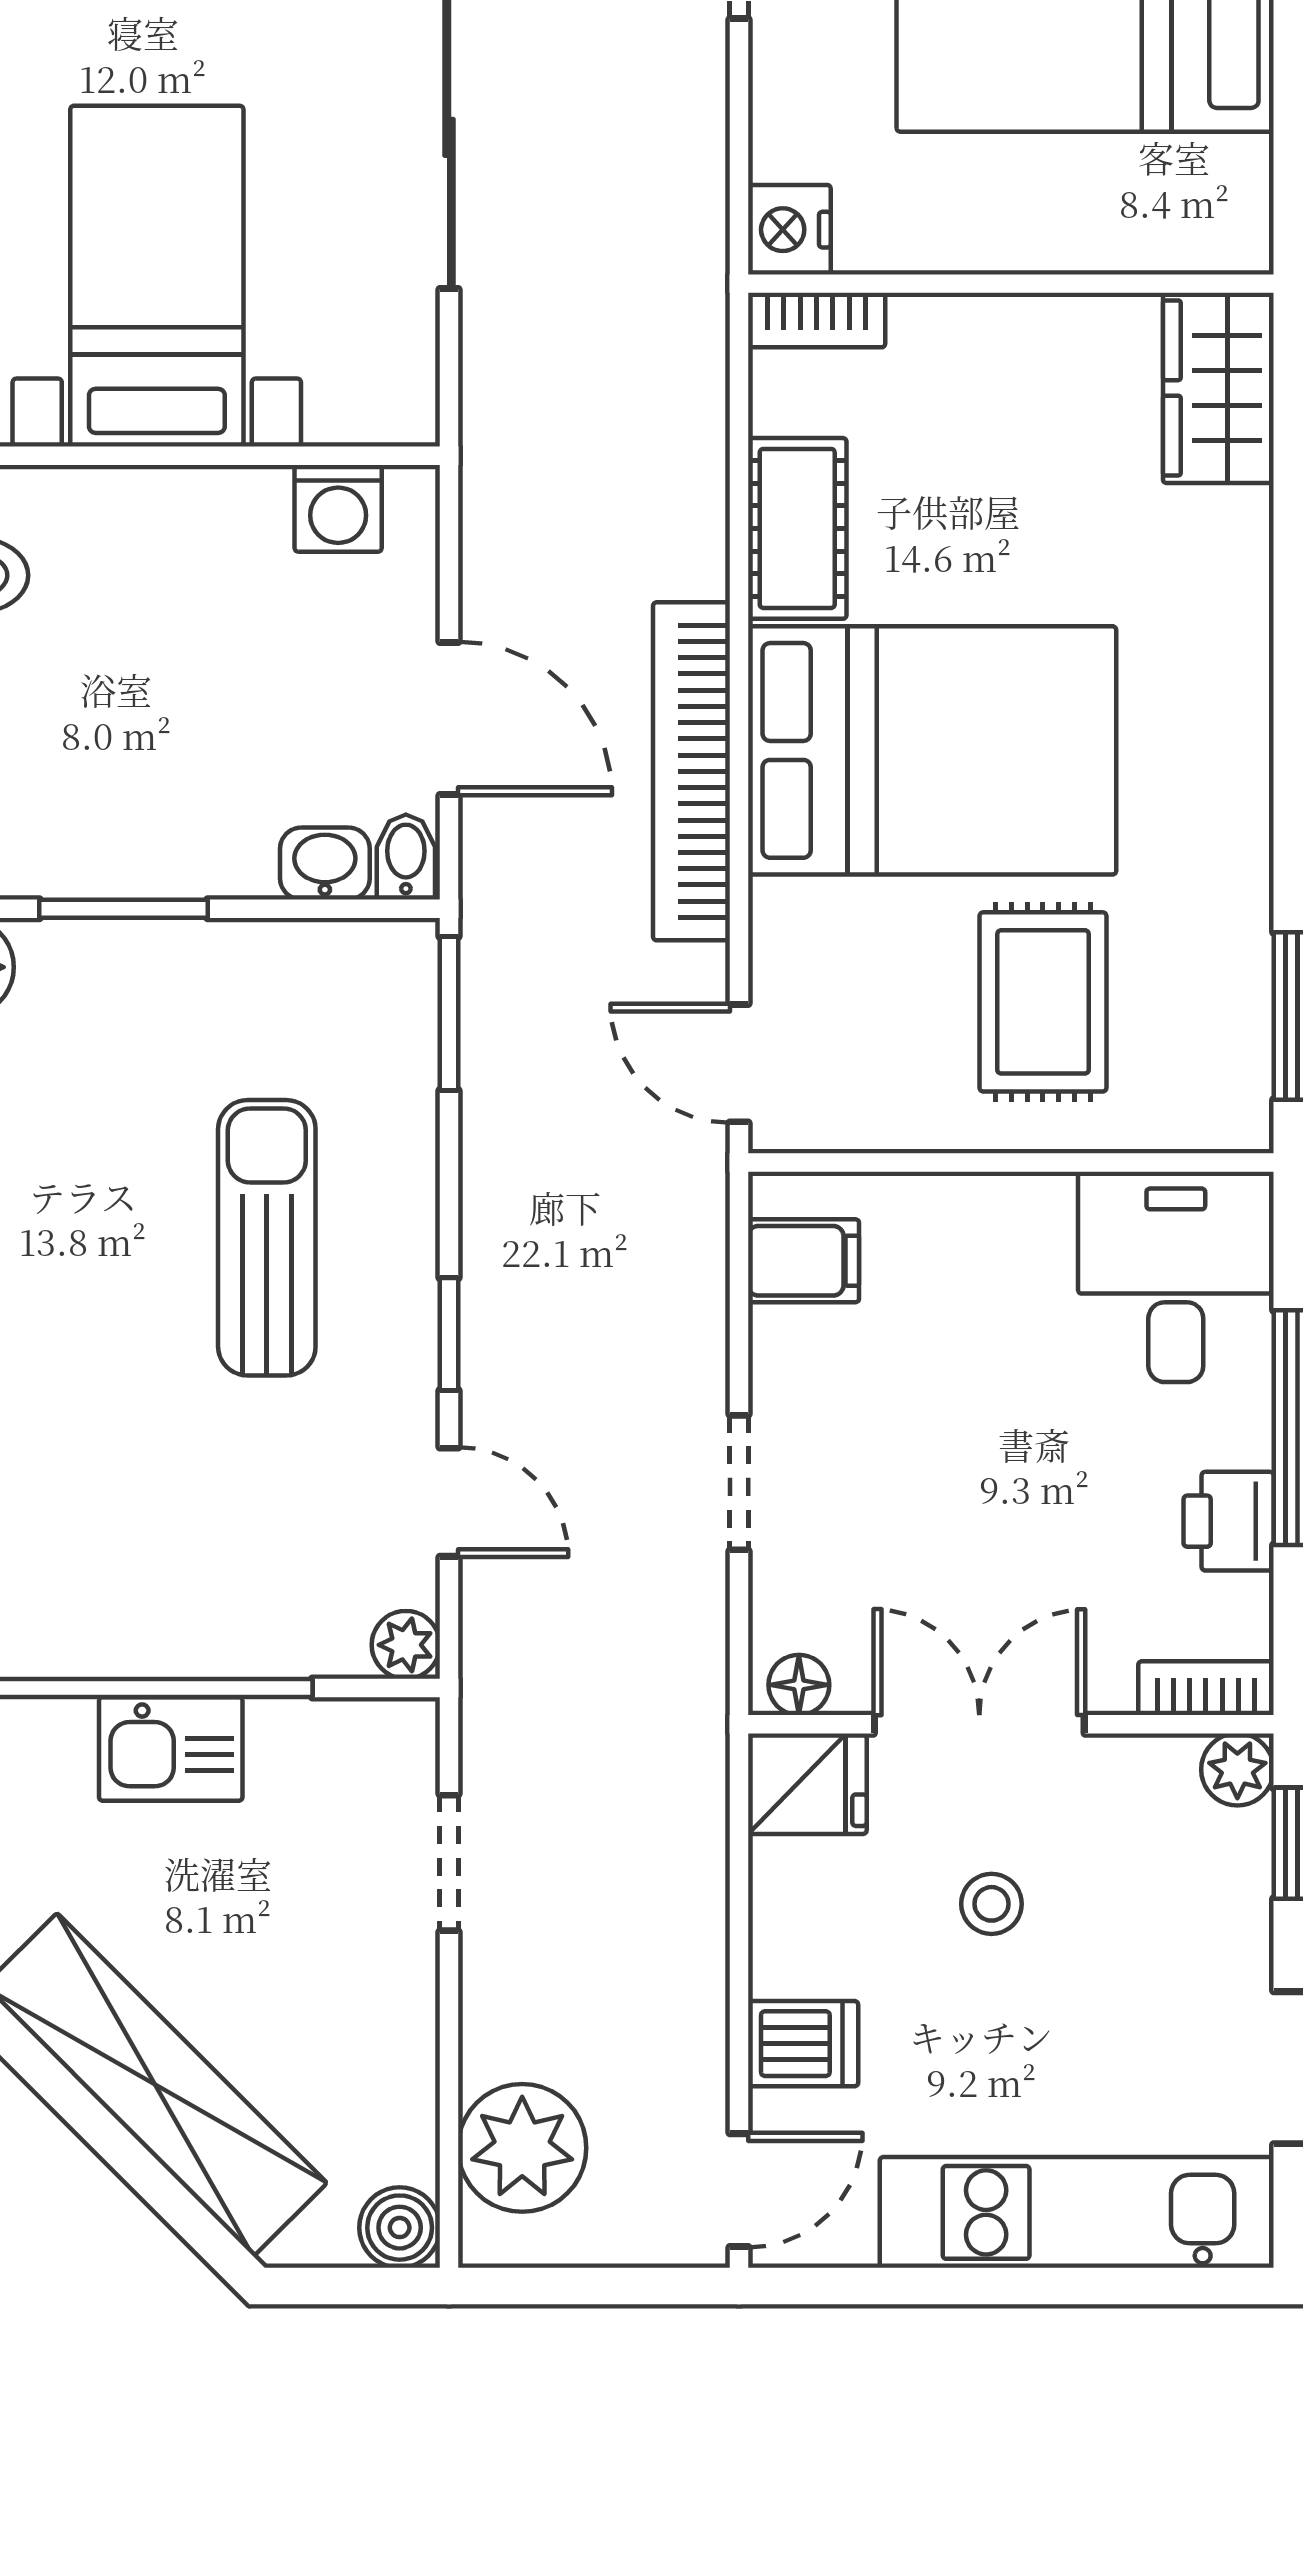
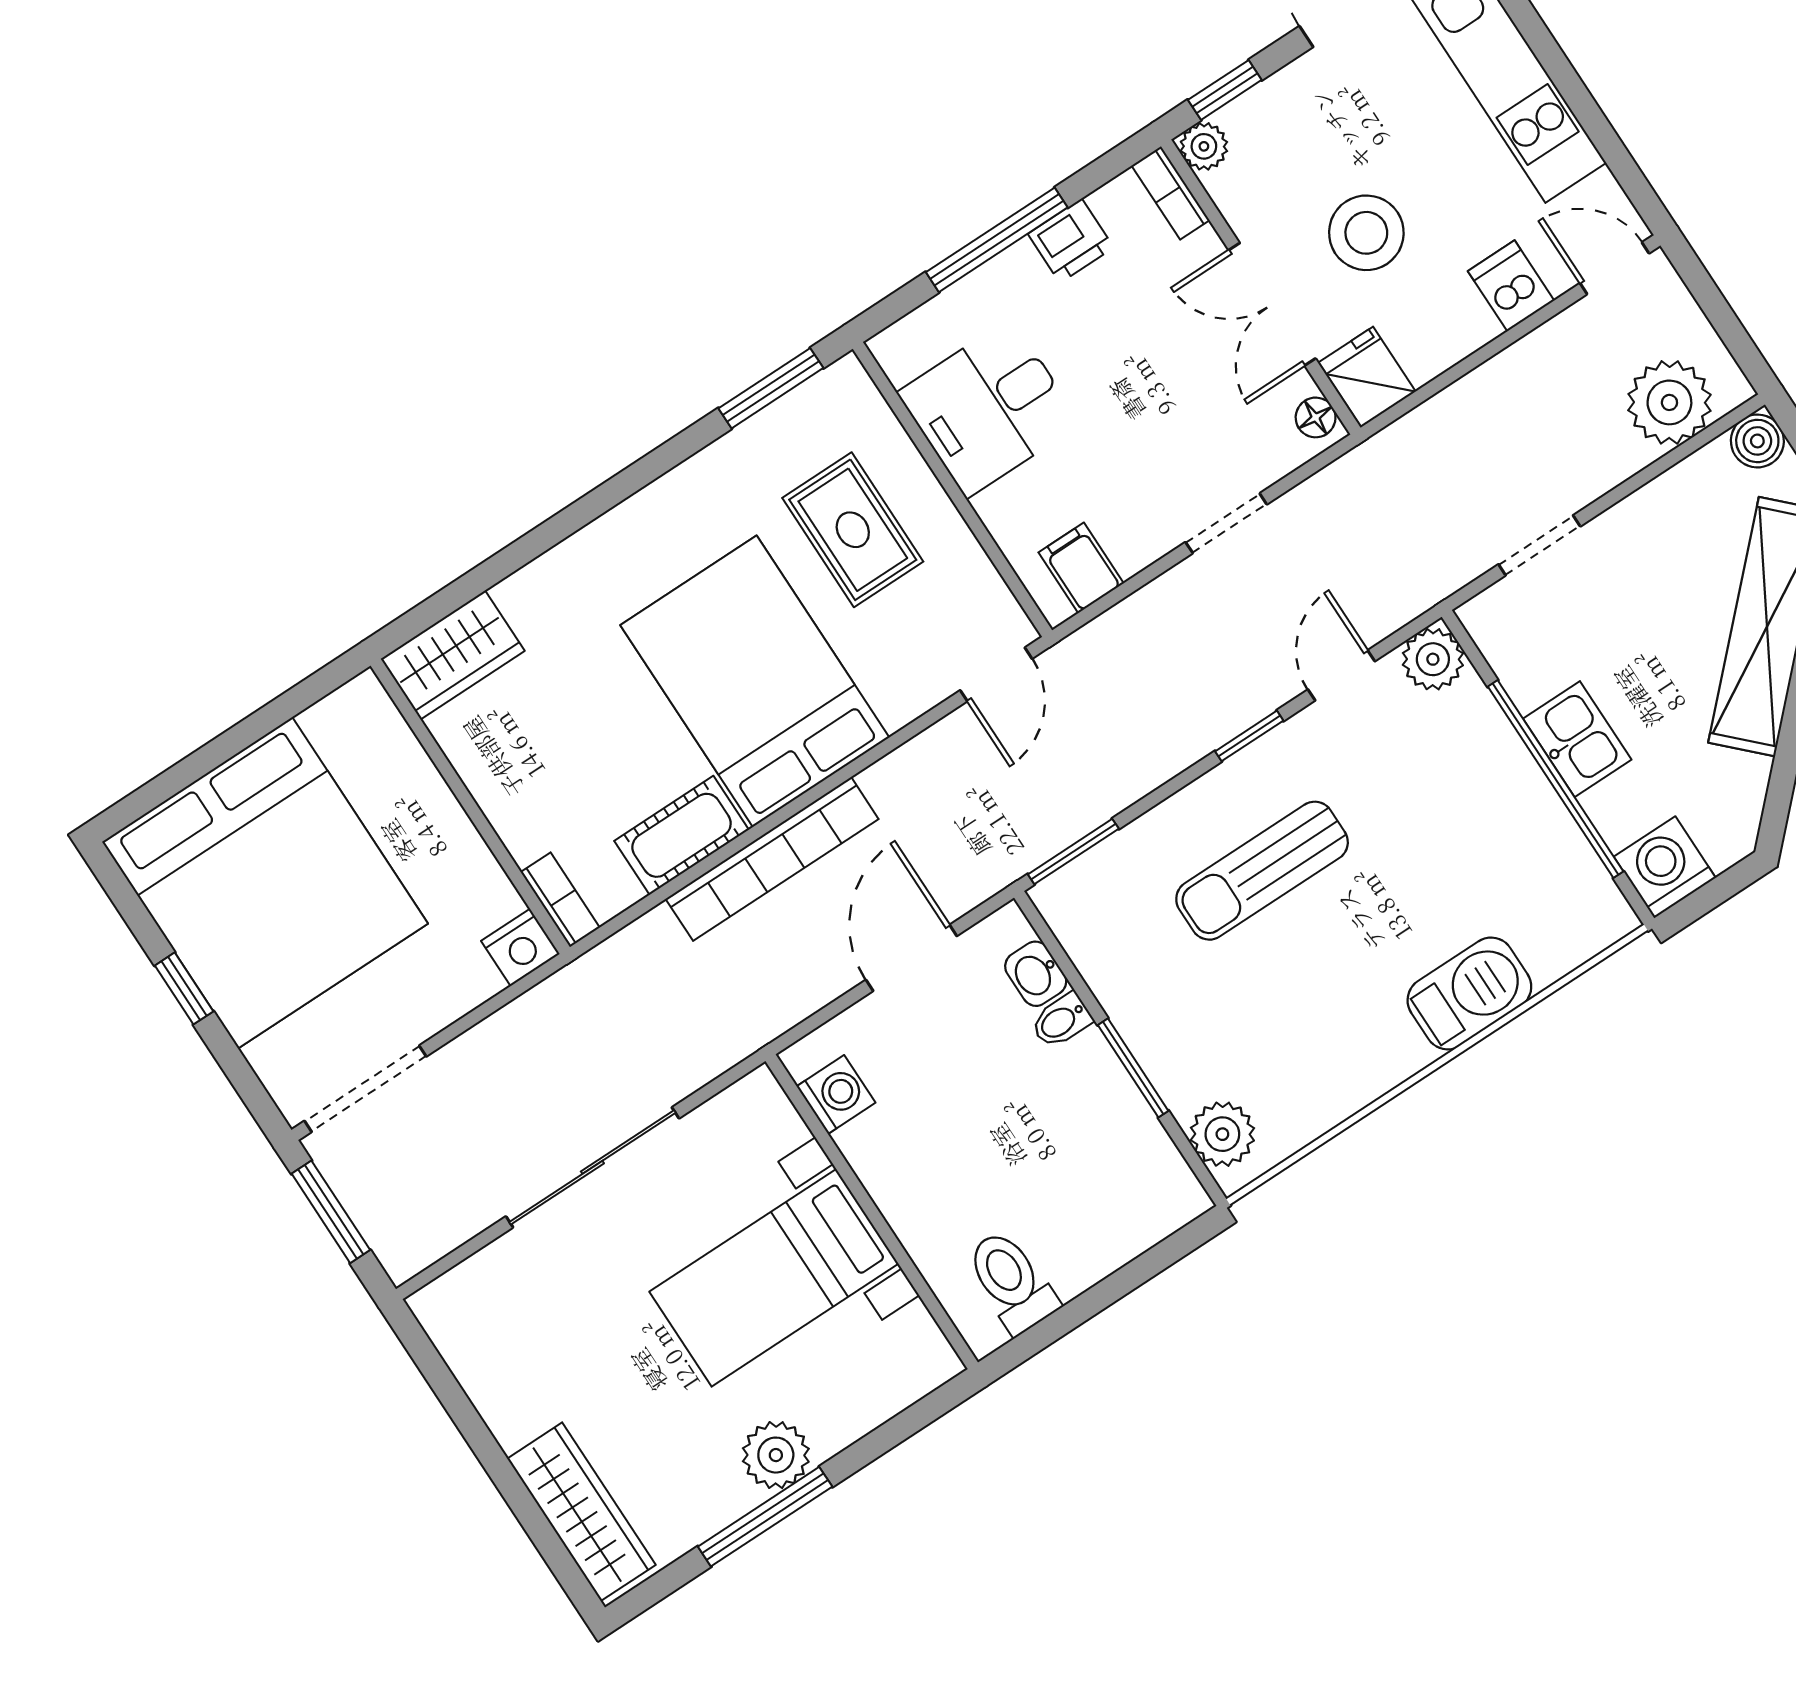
bookcase: (691, 771) -> (772, 859), moved
bidet: (406, 857) -> (1061, 1021), moved
rug: (1043, 1002) -> (853, 530), turned 90
desk: (1176, 1277) -> (989, 408), moved
plant: (406, 1645) -> (1433, 659), width x1.38, depth x1.38
stool: (991, 1904) -> (1366, 233), width x1.89, depth x1.89

